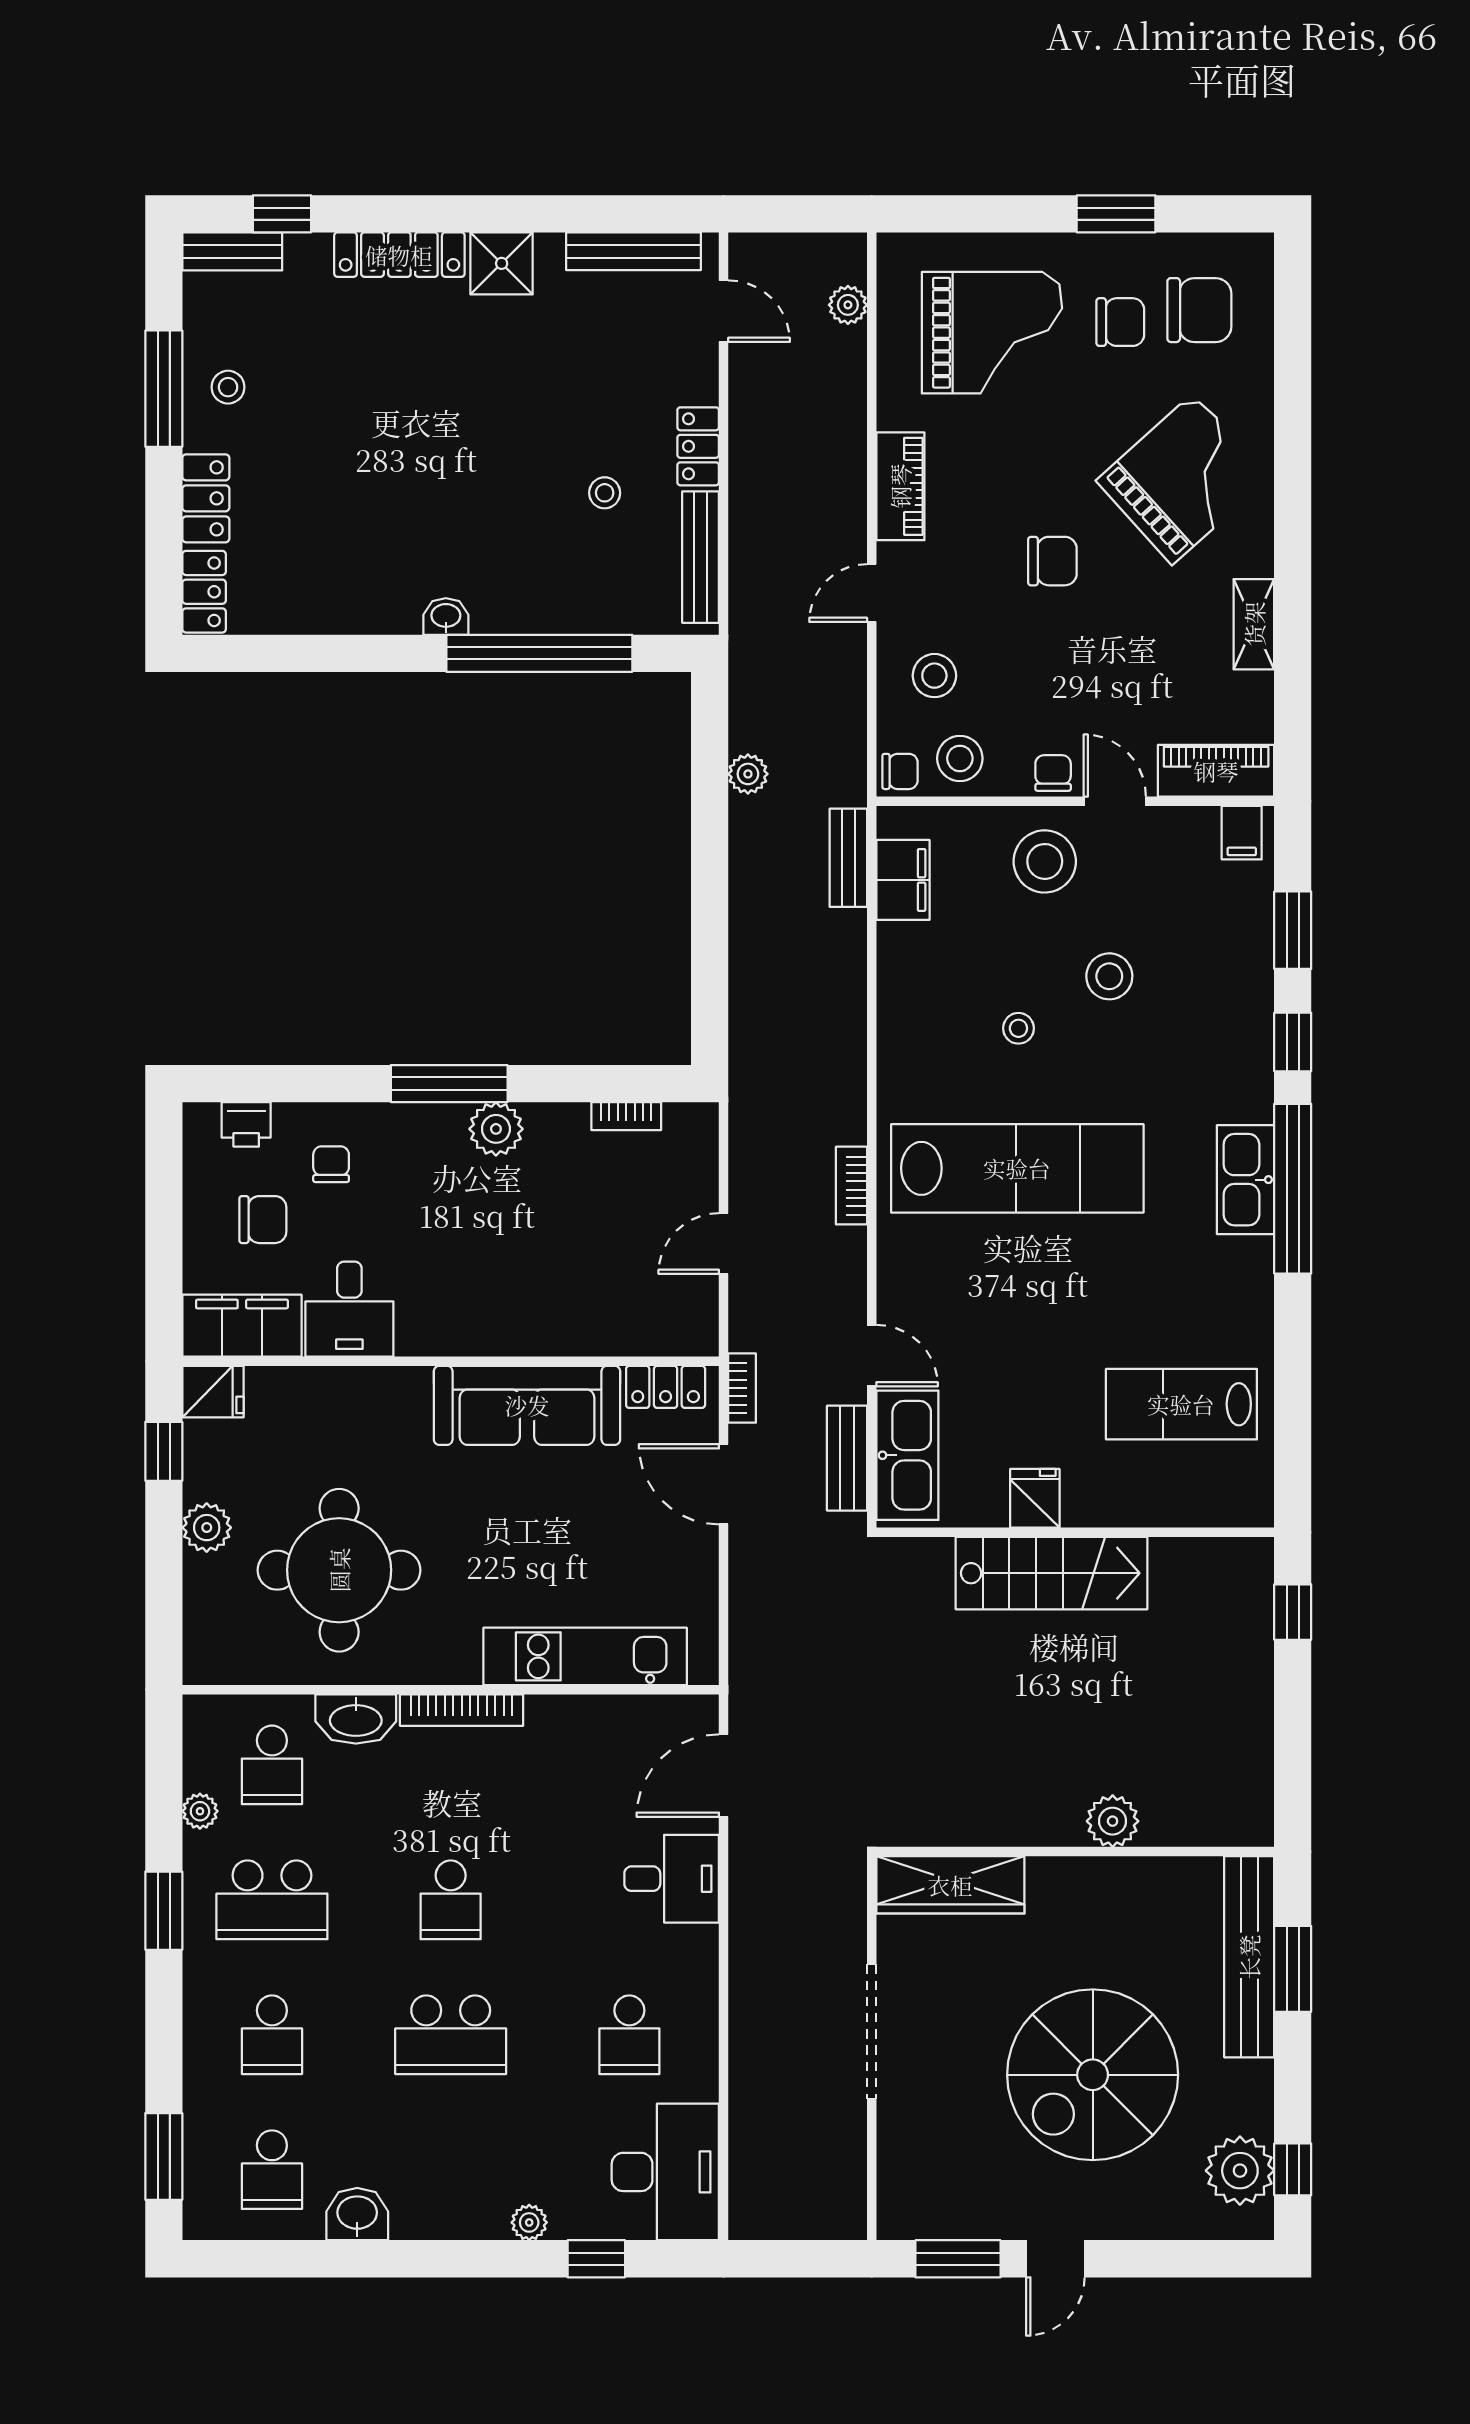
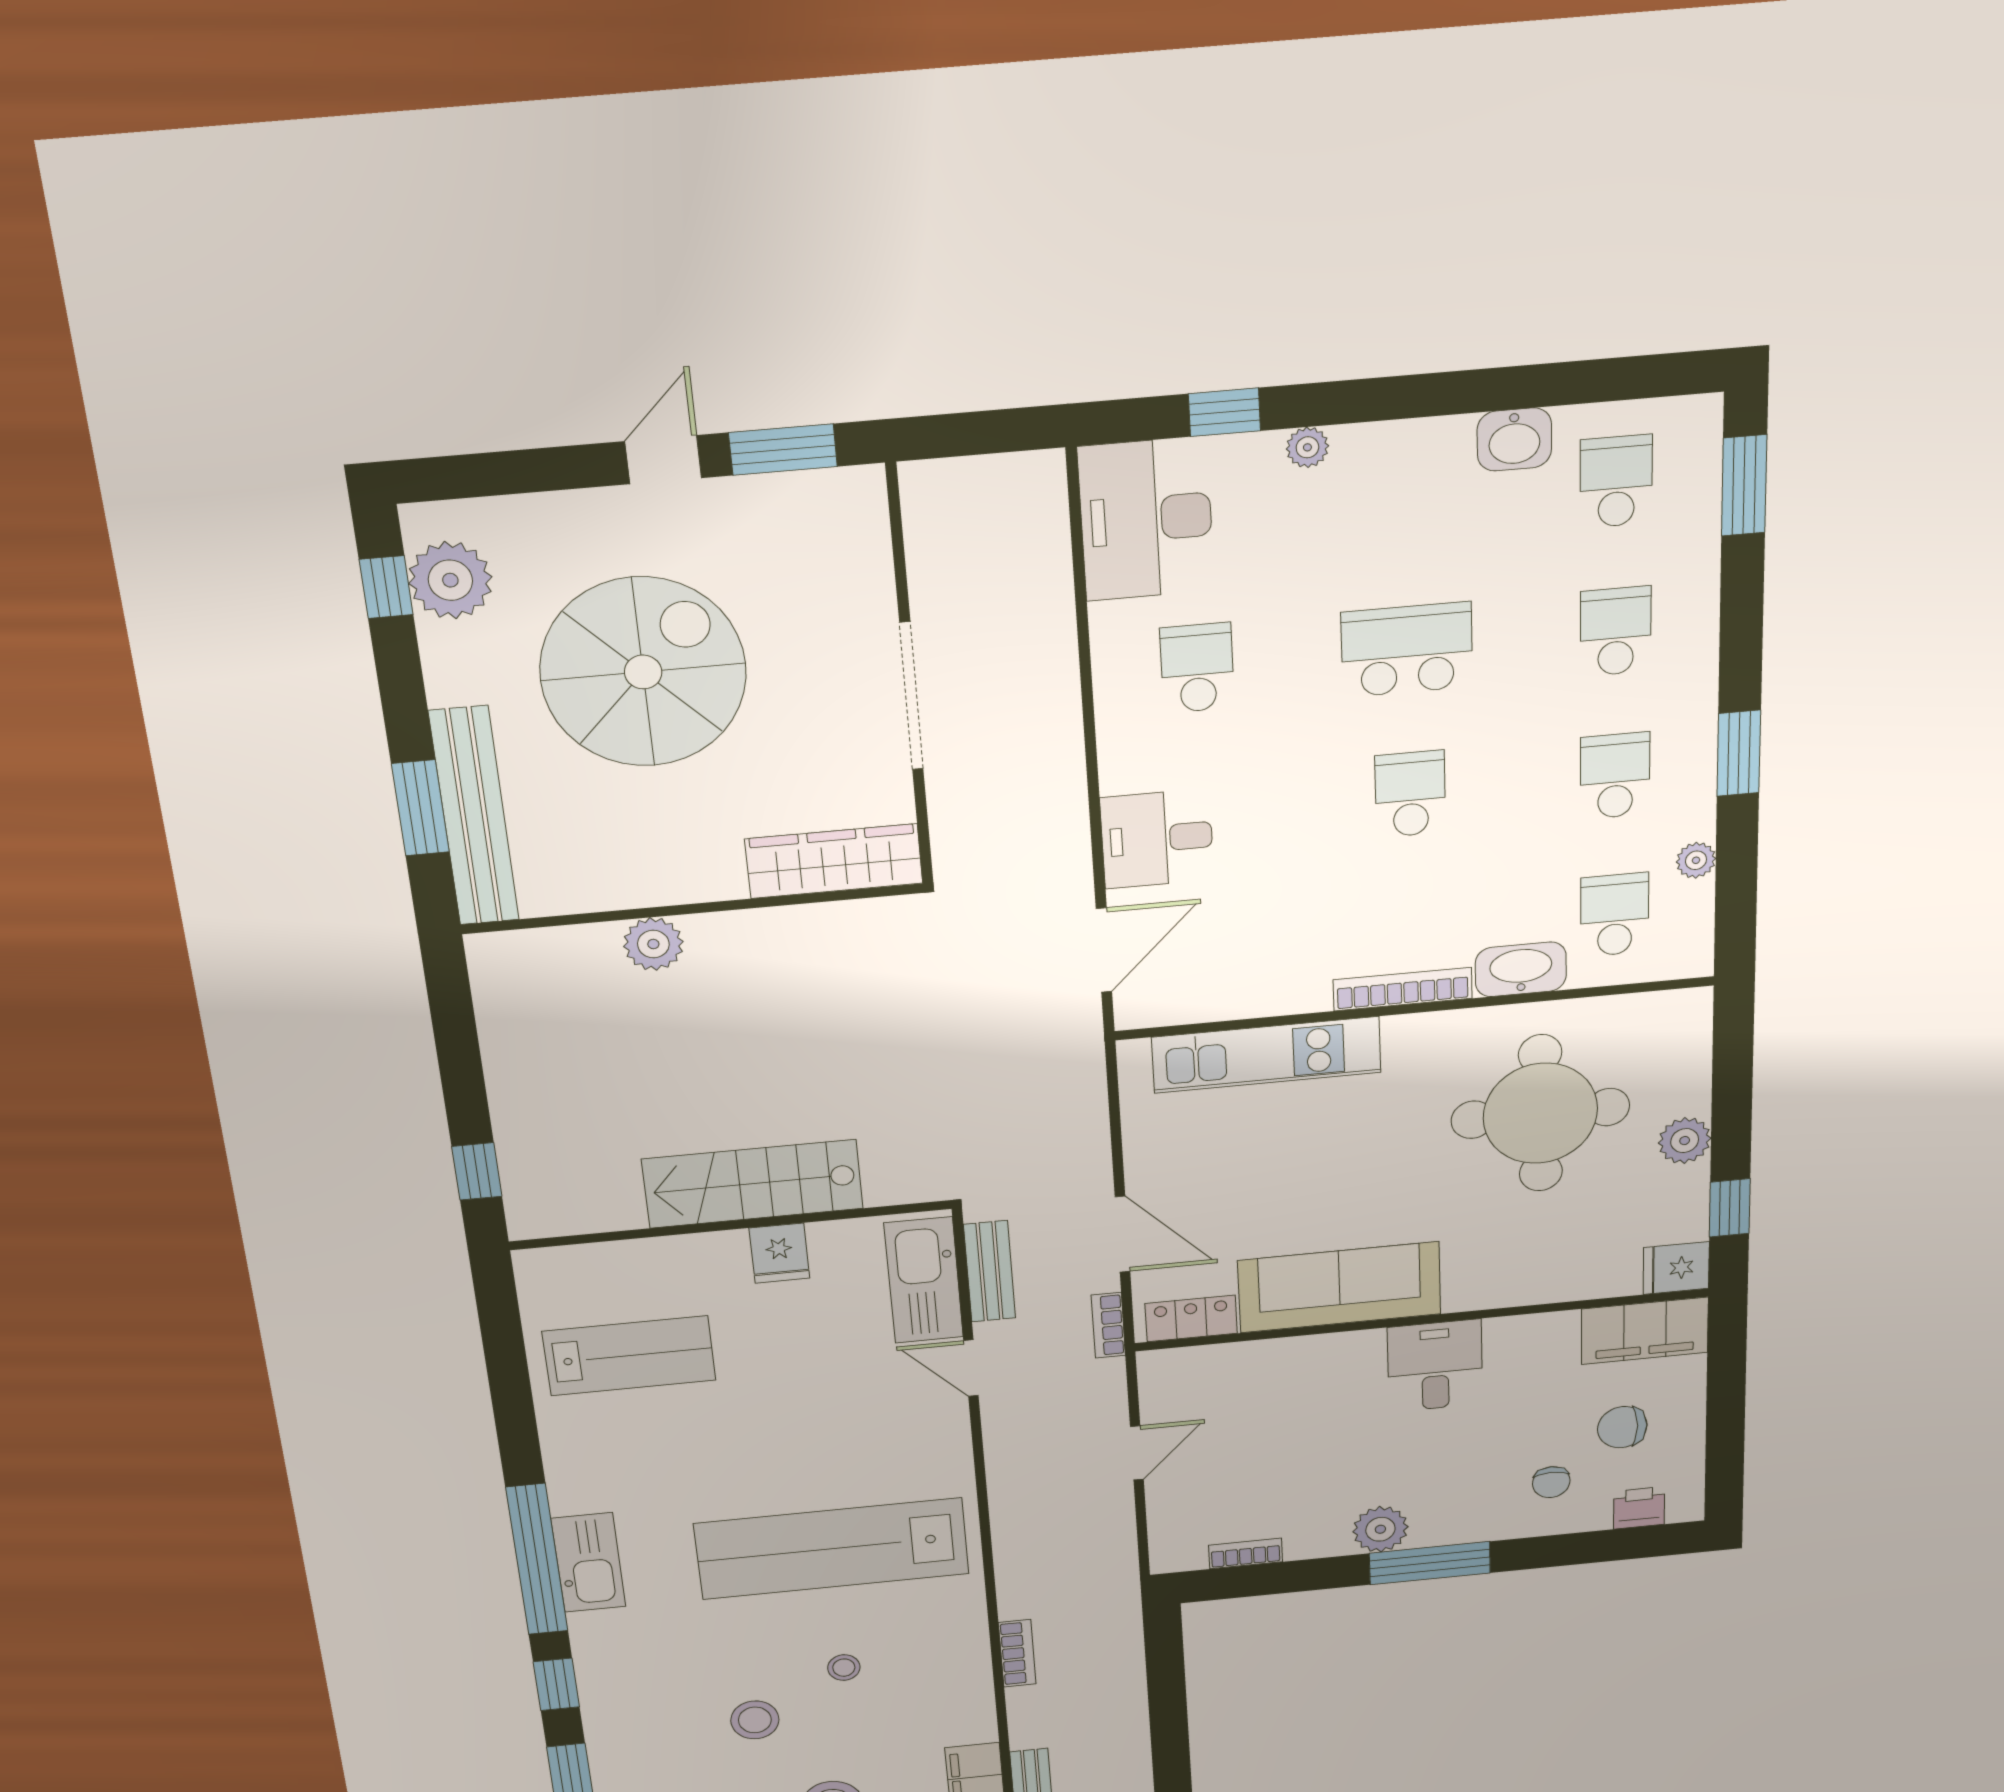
bookcase: (851, 1186) -> (1017, 1653), moved
desk: (349, 1309) -> (1435, 1366), moved
school desk: (272, 1900) -> (1615, 776), width x0.54

